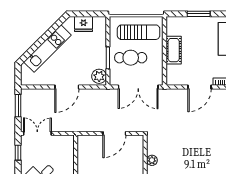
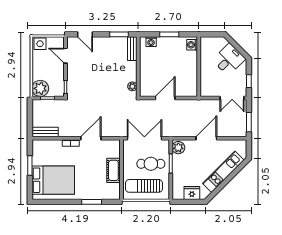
plant: (152, 160) -> (132, 86), moved

